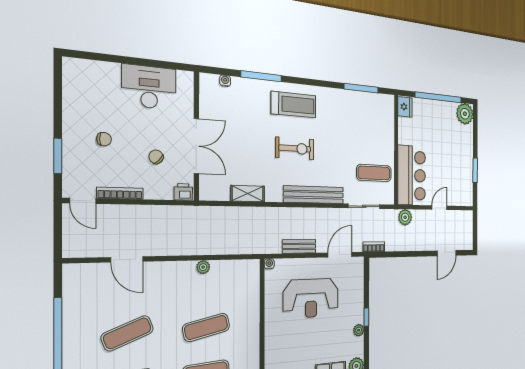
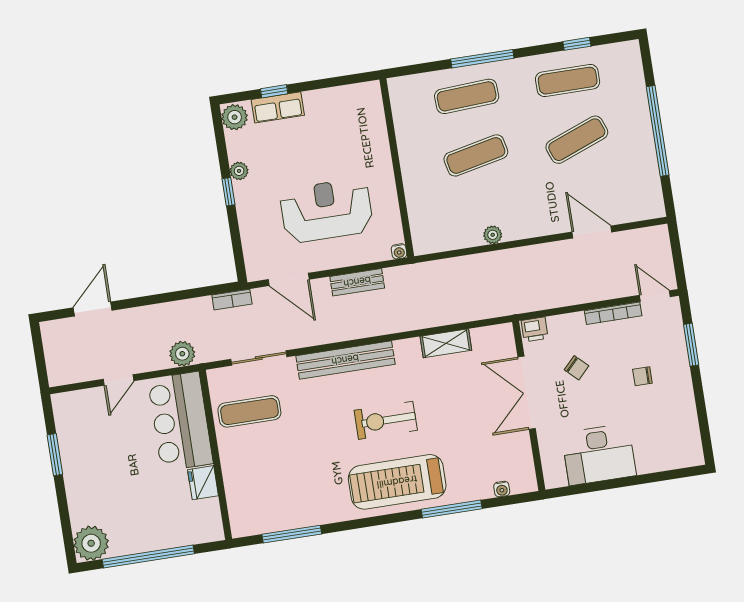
treadmill: (294, 105) -> (397, 482), width x1.37, depth x1.38
fridge: (405, 107) -> (203, 483), moved
door: (340, 255) -> (289, 279), hinge flipped

